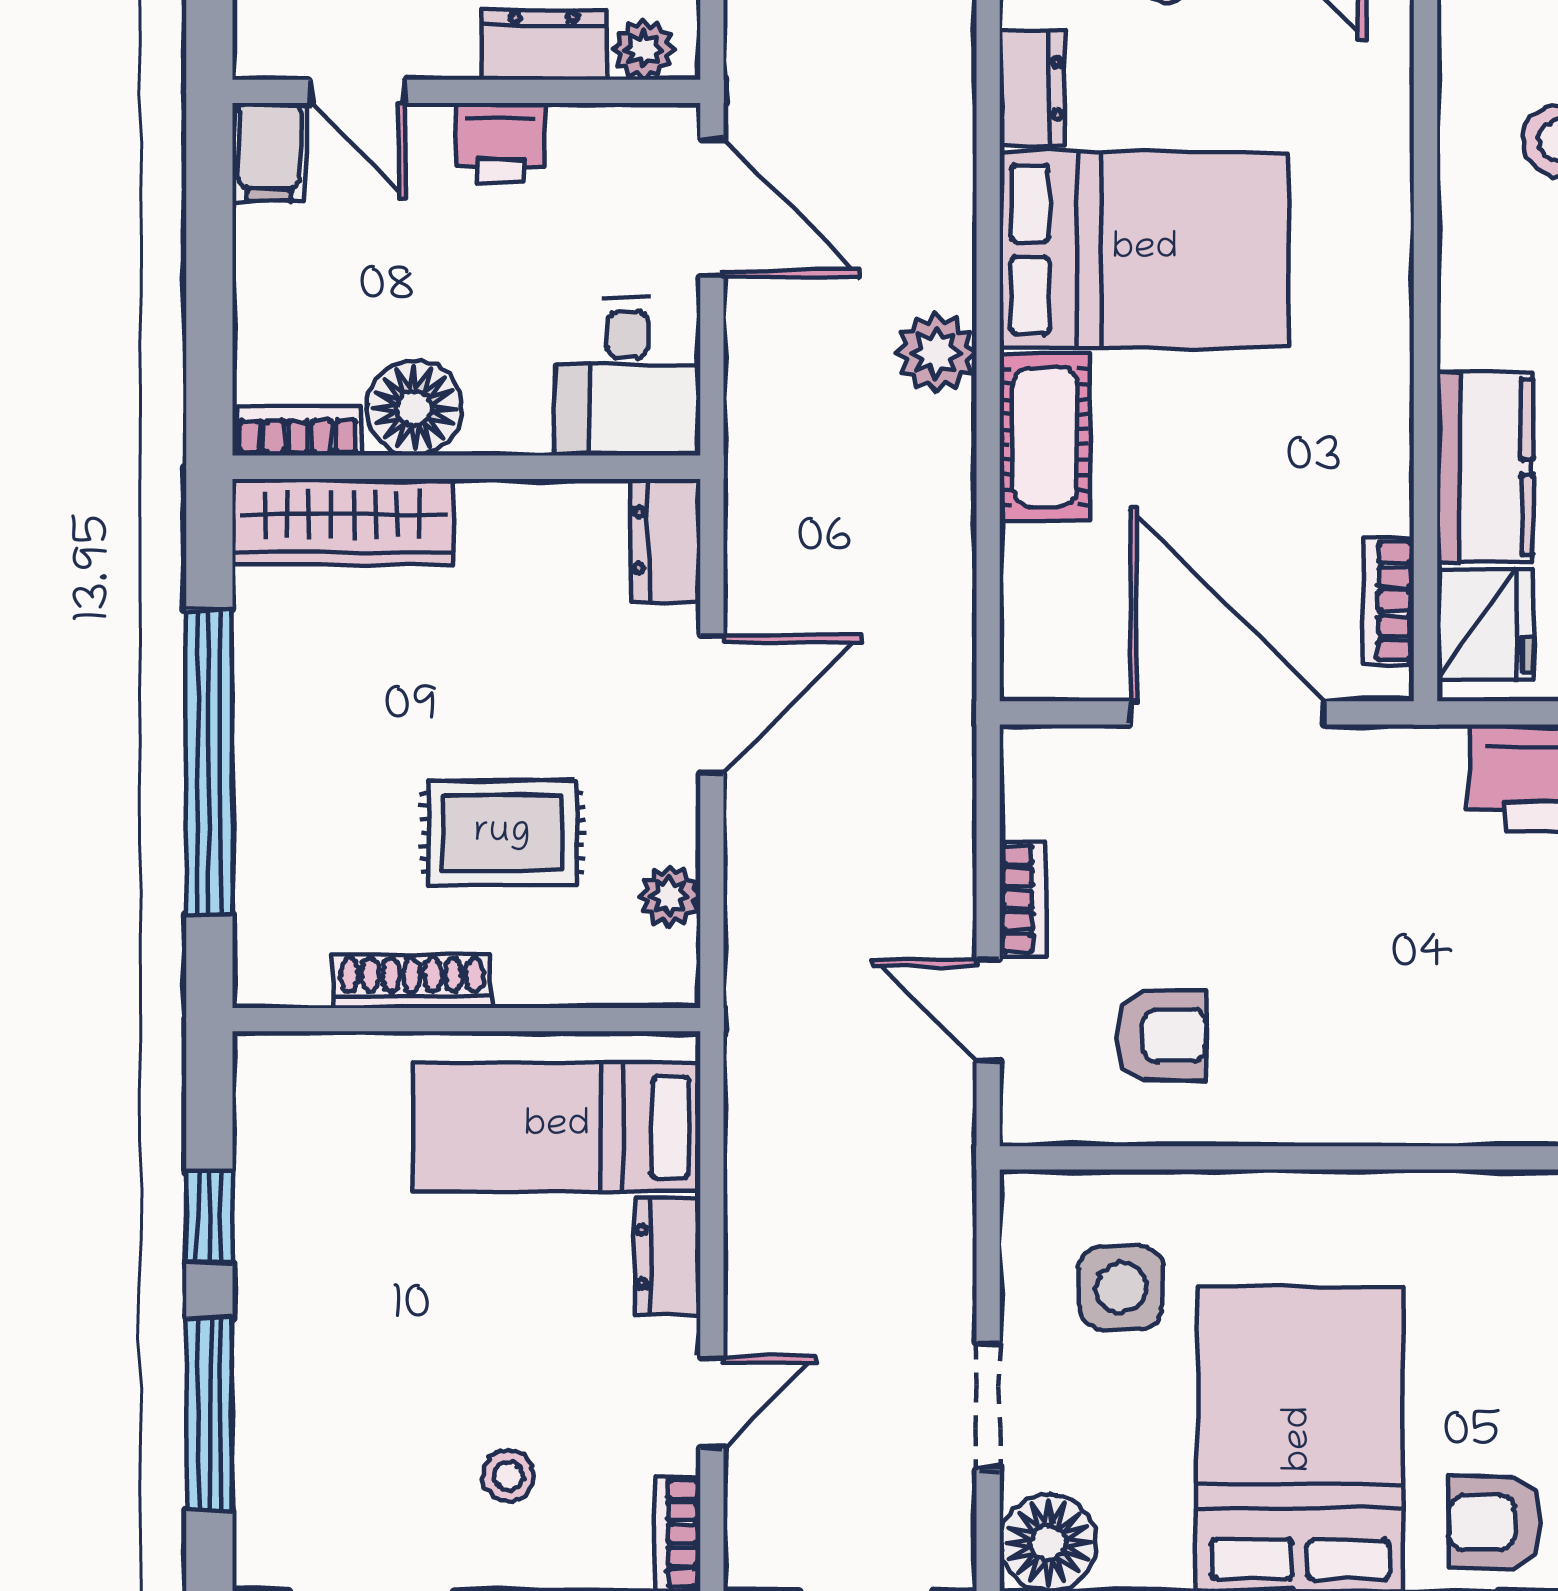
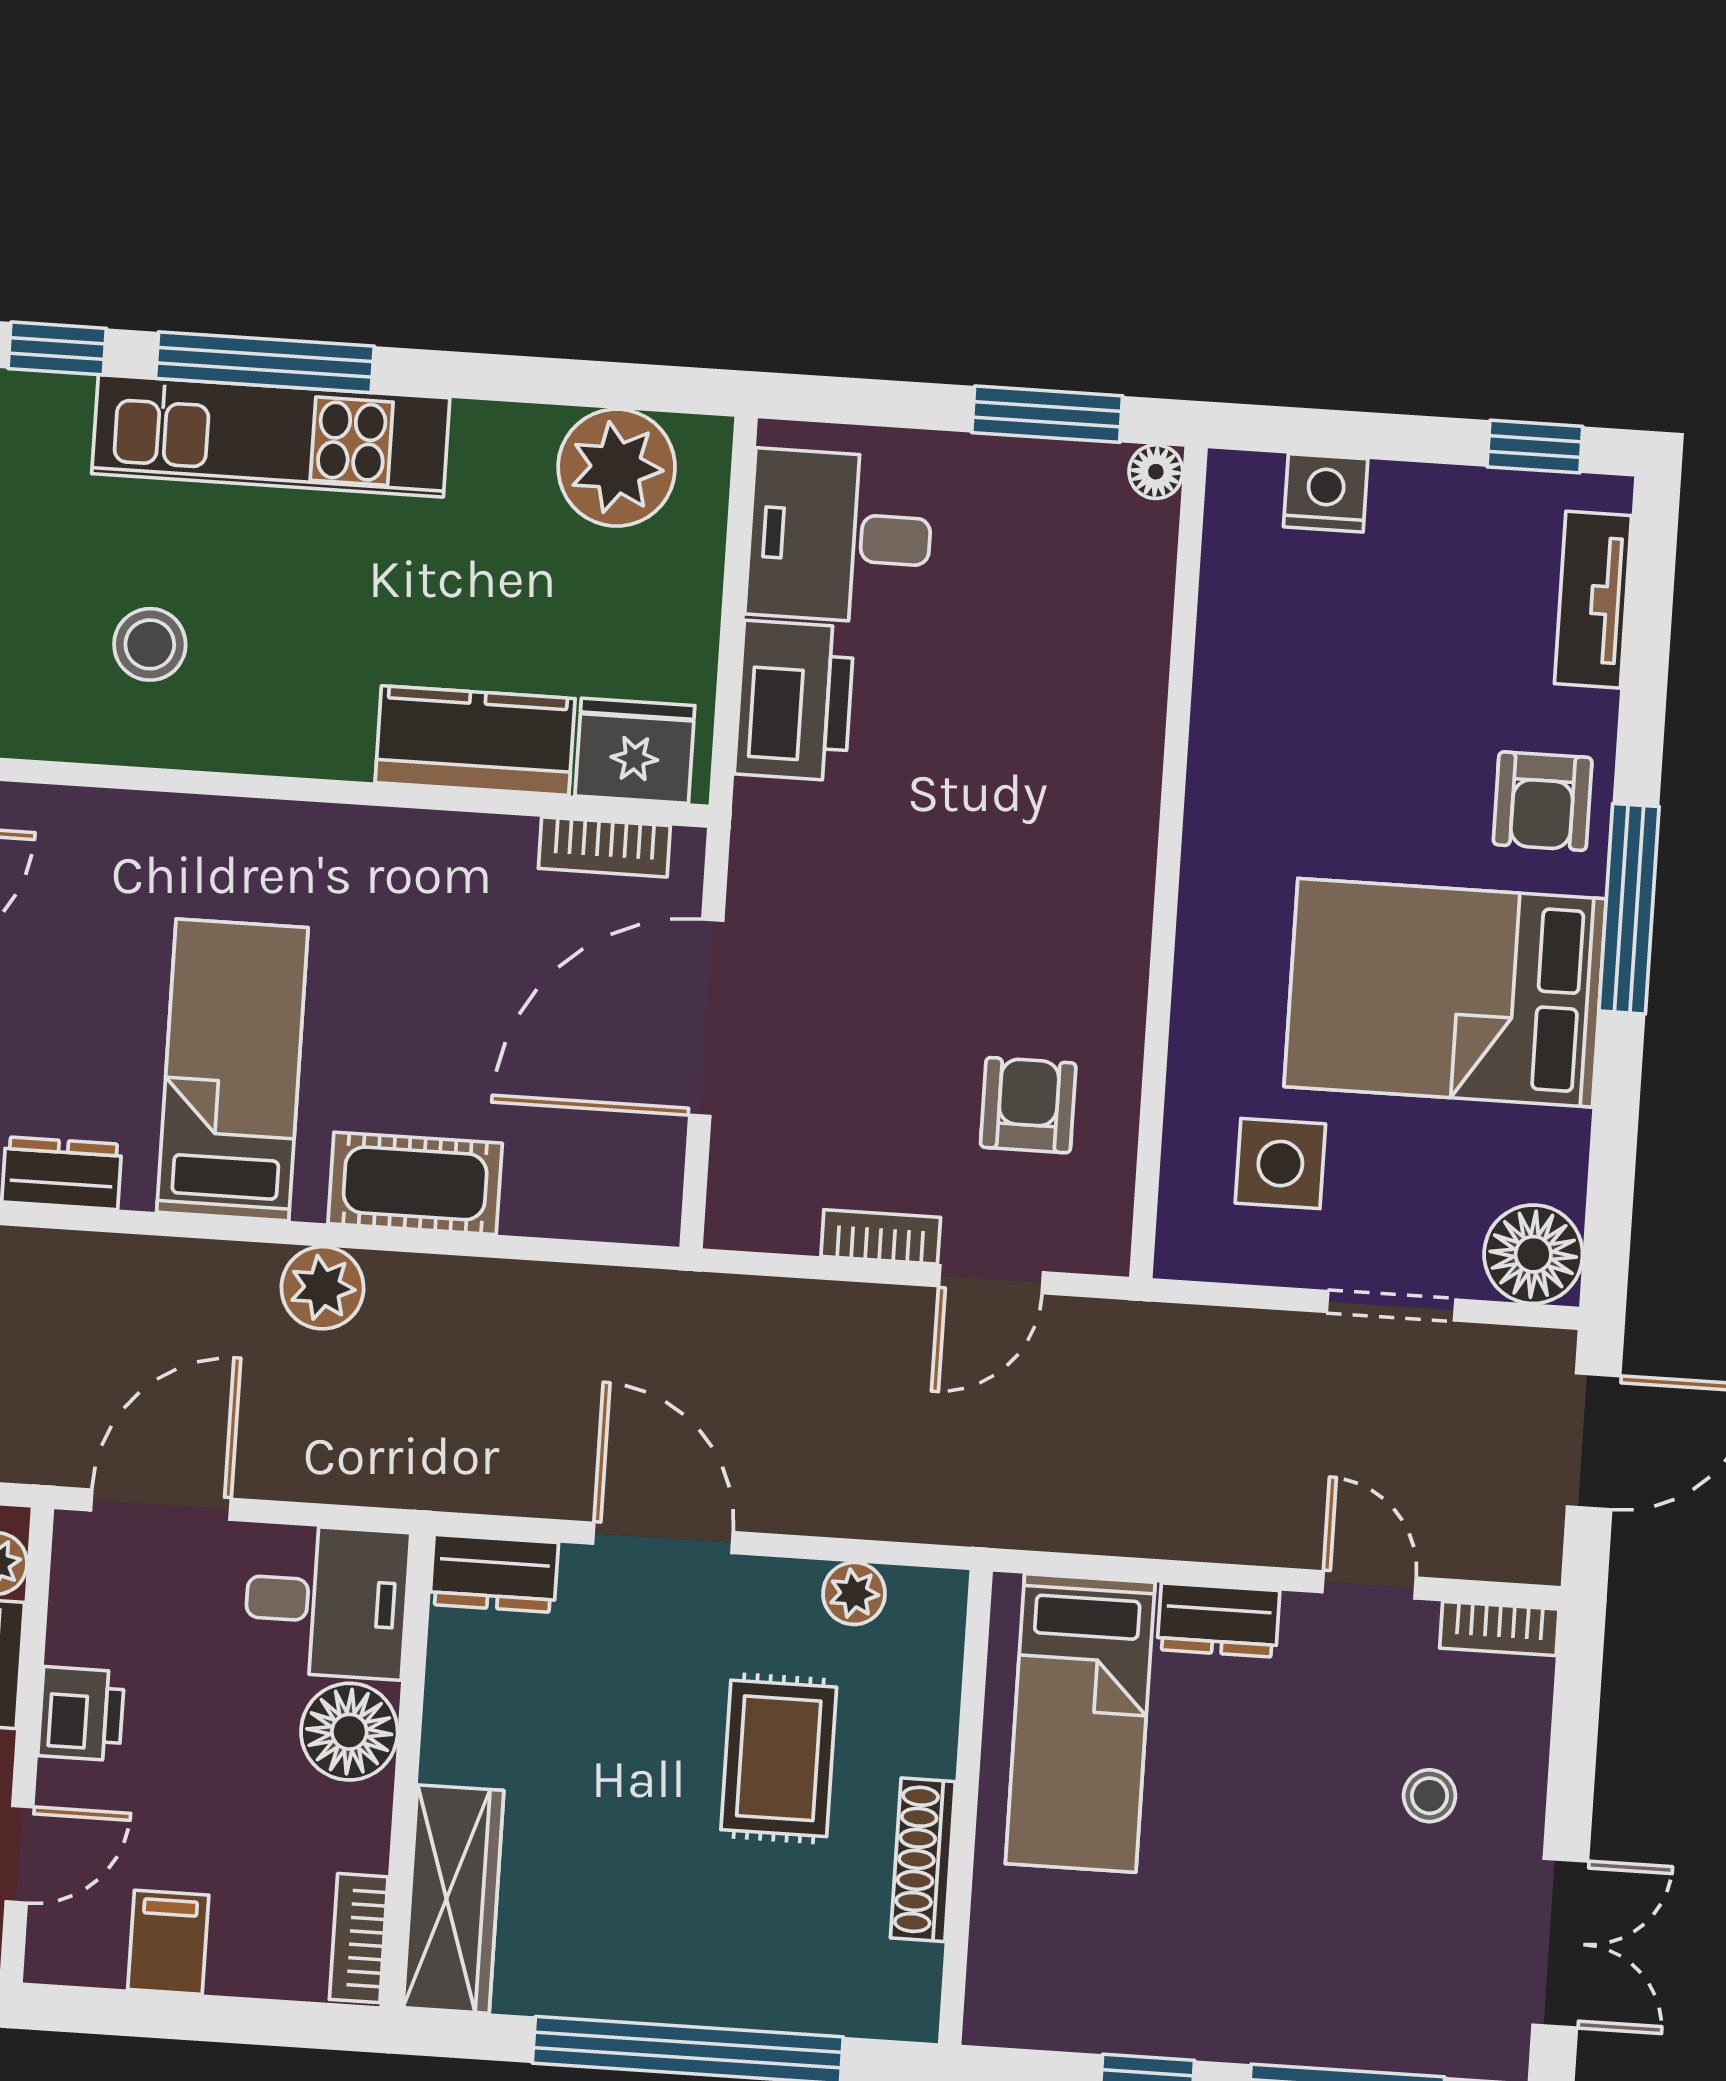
filing cabinet: (269, 152) -> (168, 1942), moved, turned -90
bed: (1145, 250) -> (232, 1070), width x0.67
floor lamp: (414, 408) -> (349, 1732), moved

